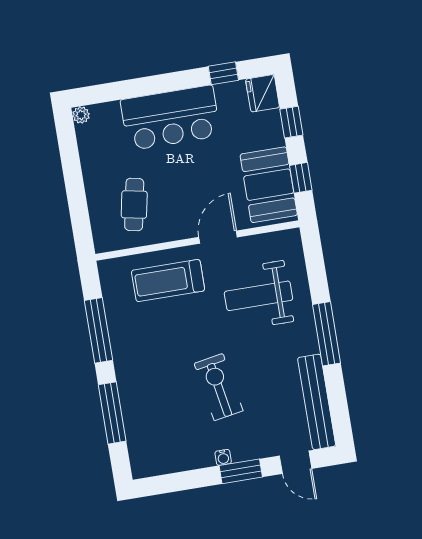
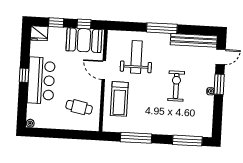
window: (223, 73) -> (24, 75), moved
weight bench: (258, 296) -> (136, 57), turned 180
exercise bike: (219, 387) -> (176, 86), turned 100
window: (112, 413) -> (187, 141), moved

